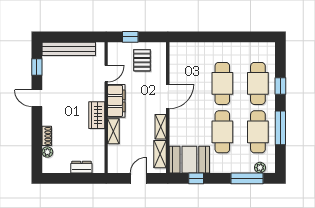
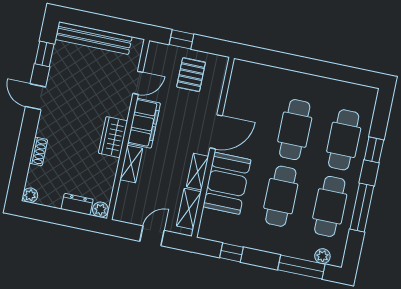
plant: (47, 152) -> (30, 195), moved
booth: (189, 160) -> (227, 183), moved, turned 90
plant: (98, 167) -> (100, 210), added

